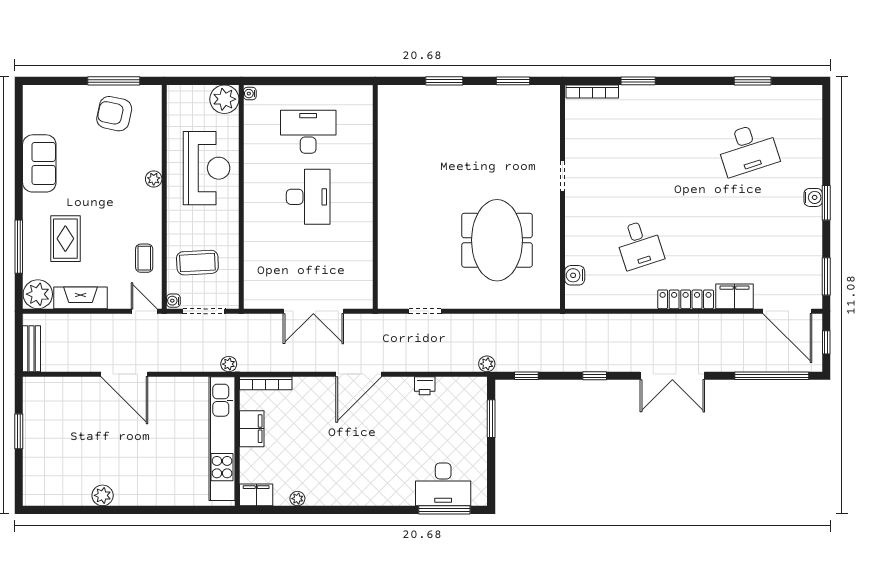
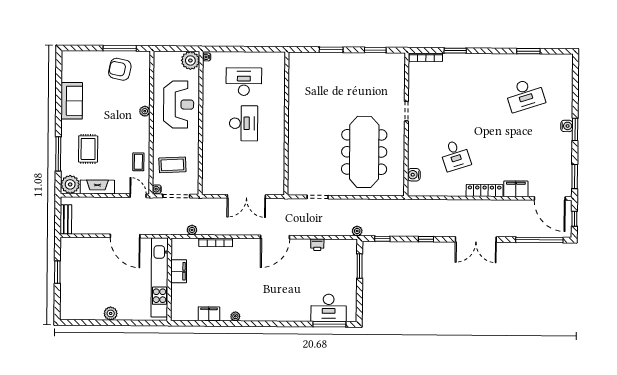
meeting table: (497, 240) -> (364, 152), width x1.36
filing cabinet: (252, 429) -> (179, 271), moved
kitchen unit: (222, 439) -> (160, 277), moved
wall: (237, 441) -> (169, 279), moved

